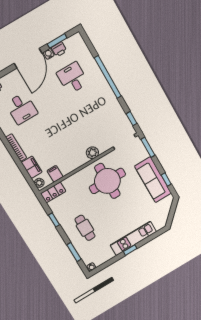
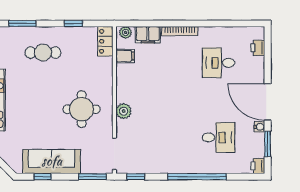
printer: (59, 49) -> (258, 166), moved
round table: (107, 181) -> (82, 109), width x0.73, depth x0.73

